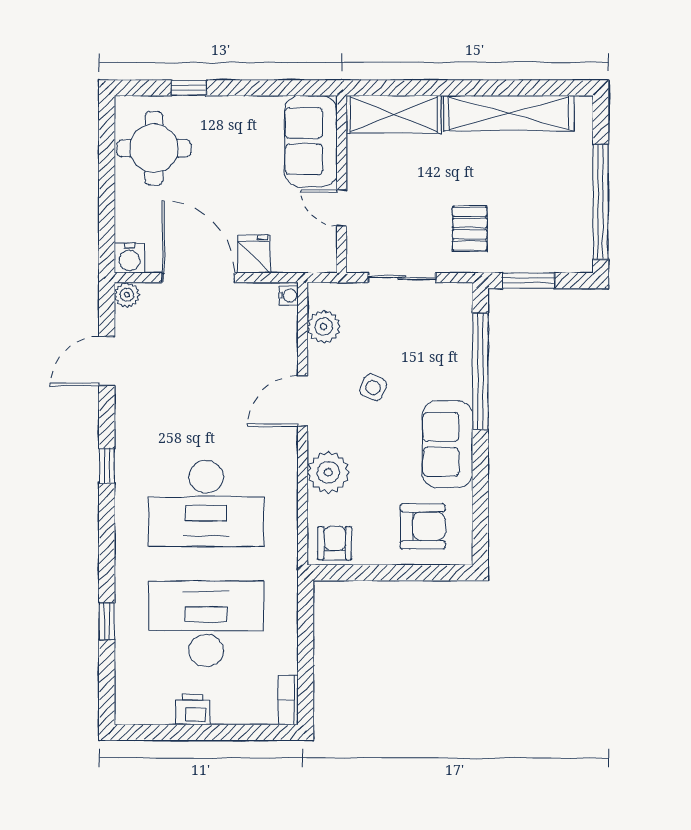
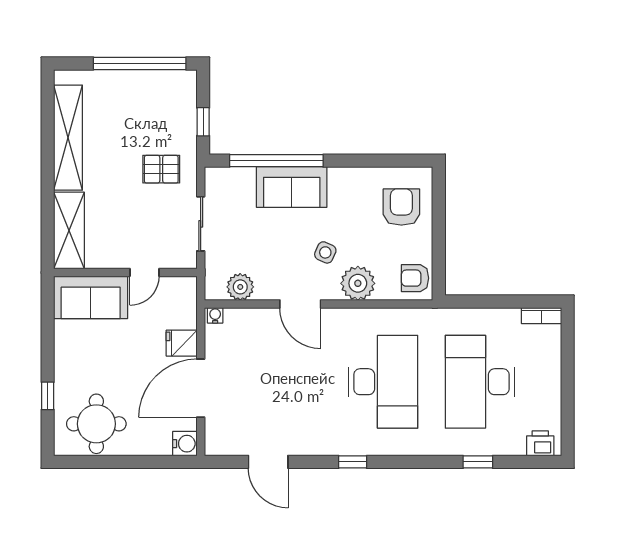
window: (528, 281) -> (203, 122), width x0.67
plant: (127, 295) -> (215, 446), removed
side table: (373, 387) -> (325, 252), moved
sofa: (447, 444) -> (292, 187), moved
printer: (193, 709) -> (540, 443), moved, turned 90

